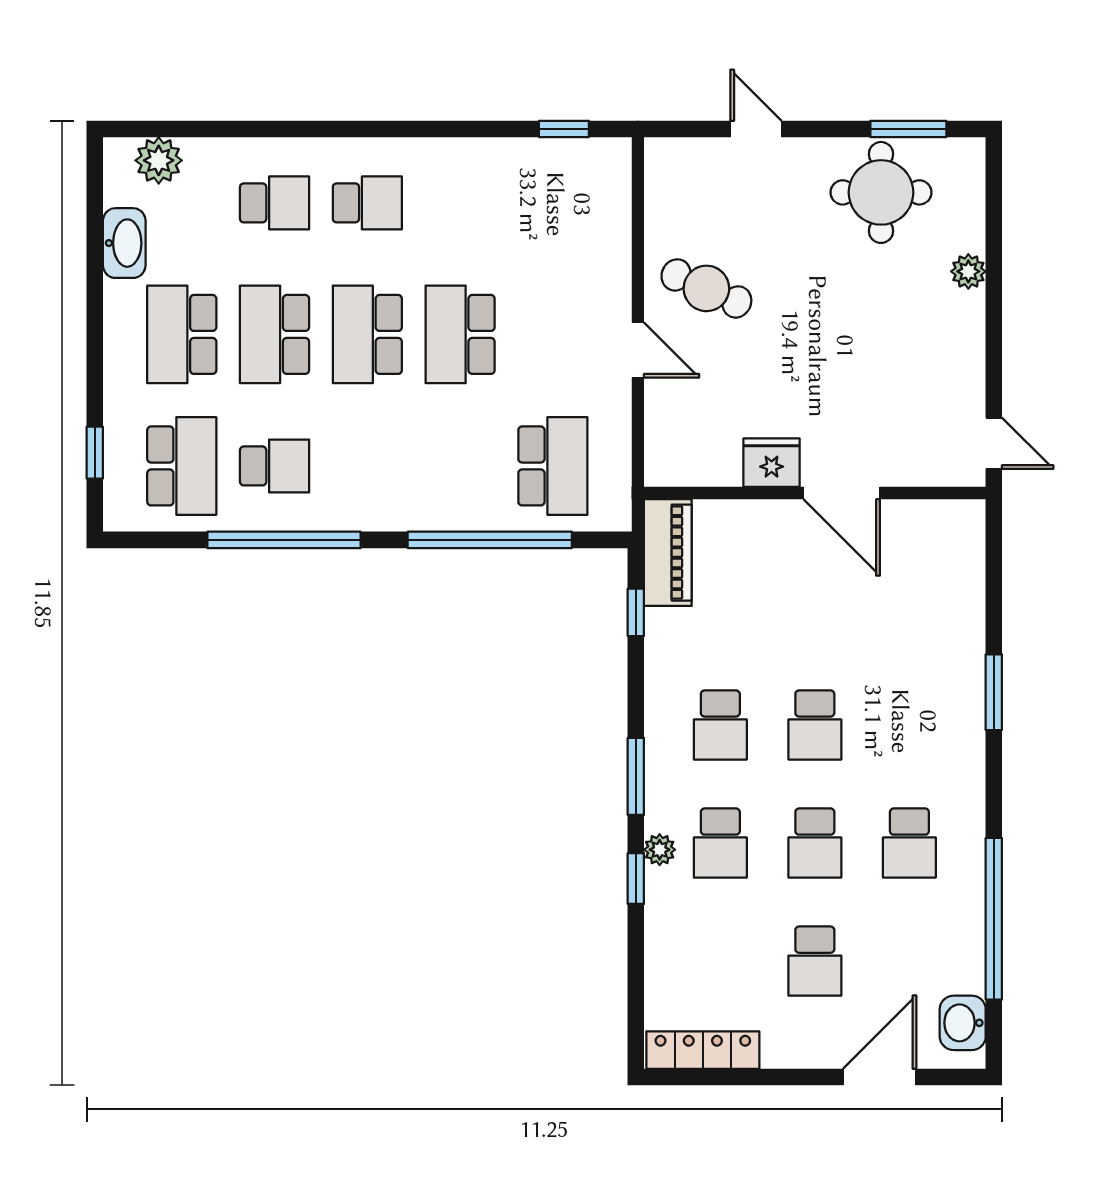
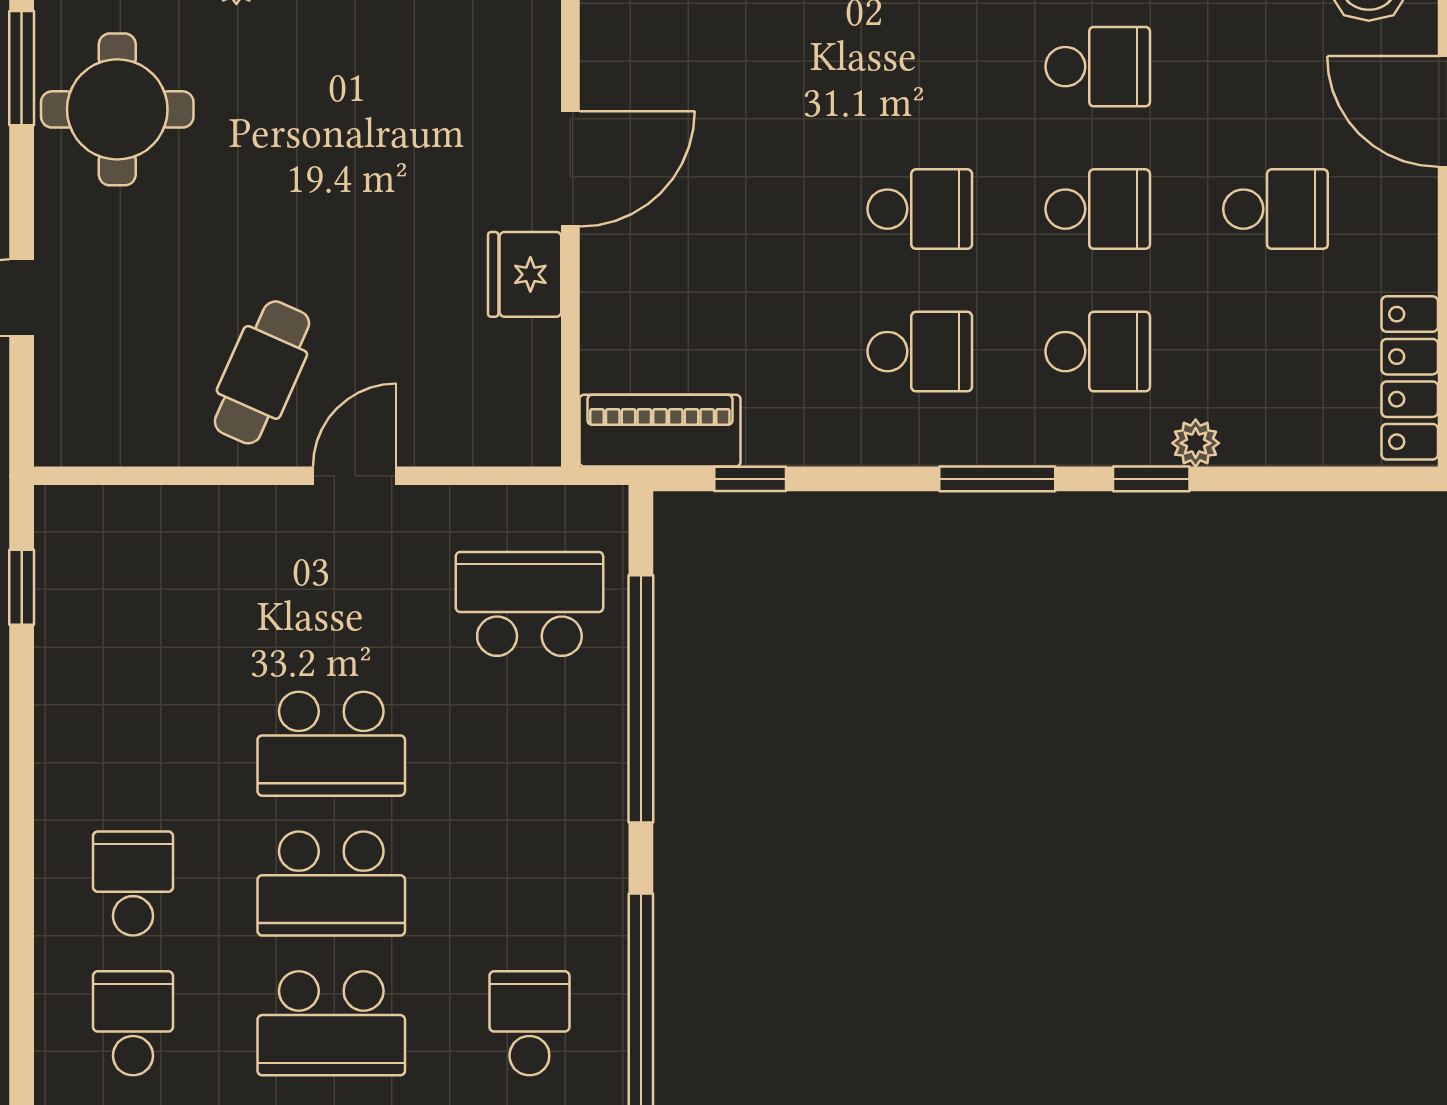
plant: (660, 850) -> (1196, 443), moved

